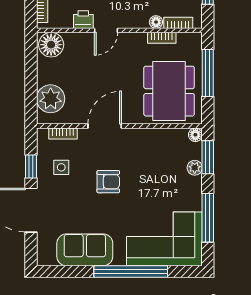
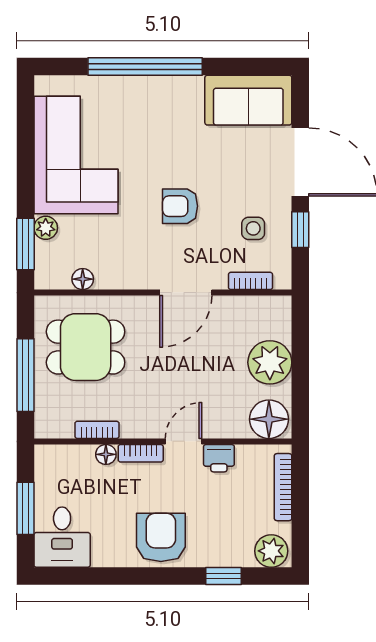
bookcase: (178, 23) -> (141, 453), moved
dining table: (169, 91) -> (86, 347), width x0.73
plant: (51, 99) -> (270, 362), moved
floor lamp: (195, 135) -> (83, 279), moved
window: (208, 218) -> (25, 150), removed
corner sofa: (164, 239) -> (76, 155), moved, turned -90
sofa: (85, 250) -> (248, 100), moved

